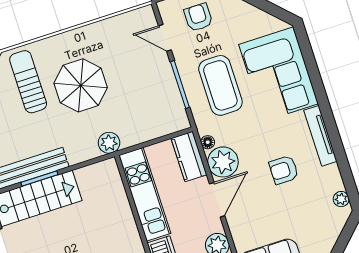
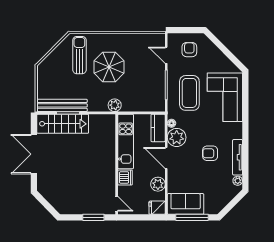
tv unit: (320, 136) -> (238, 157), moved
door: (217, 200) -> (166, 158), swing flipped

